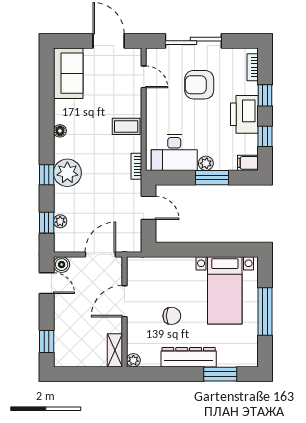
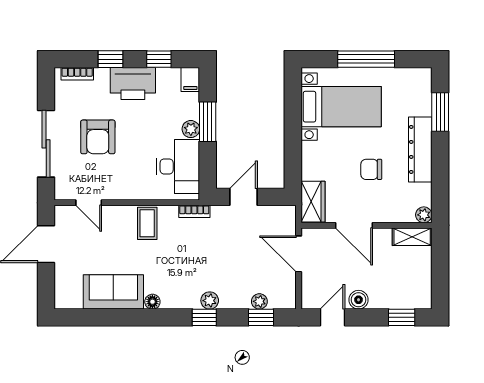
sofa: (68, 73) -> (113, 292), moved
door: (144, 77) -> (89, 203), swing flipped
plant: (67, 173) -> (210, 301), width x0.53, depth x0.53
boiler: (62, 265) -> (359, 300), moved
wardrobe: (144, 267) -> (313, 202), added
chair: (172, 316) -> (371, 169), turned -90

